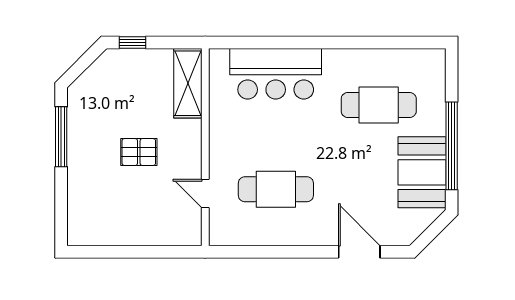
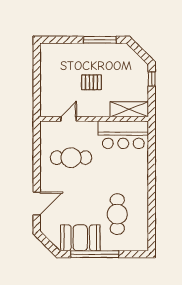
bar counter: (276, 74) -> (123, 135), moved, turned -90
pallet: (139, 152) -> (91, 82), turned 90
cafe table: (276, 189) -> (71, 158), turned 90

